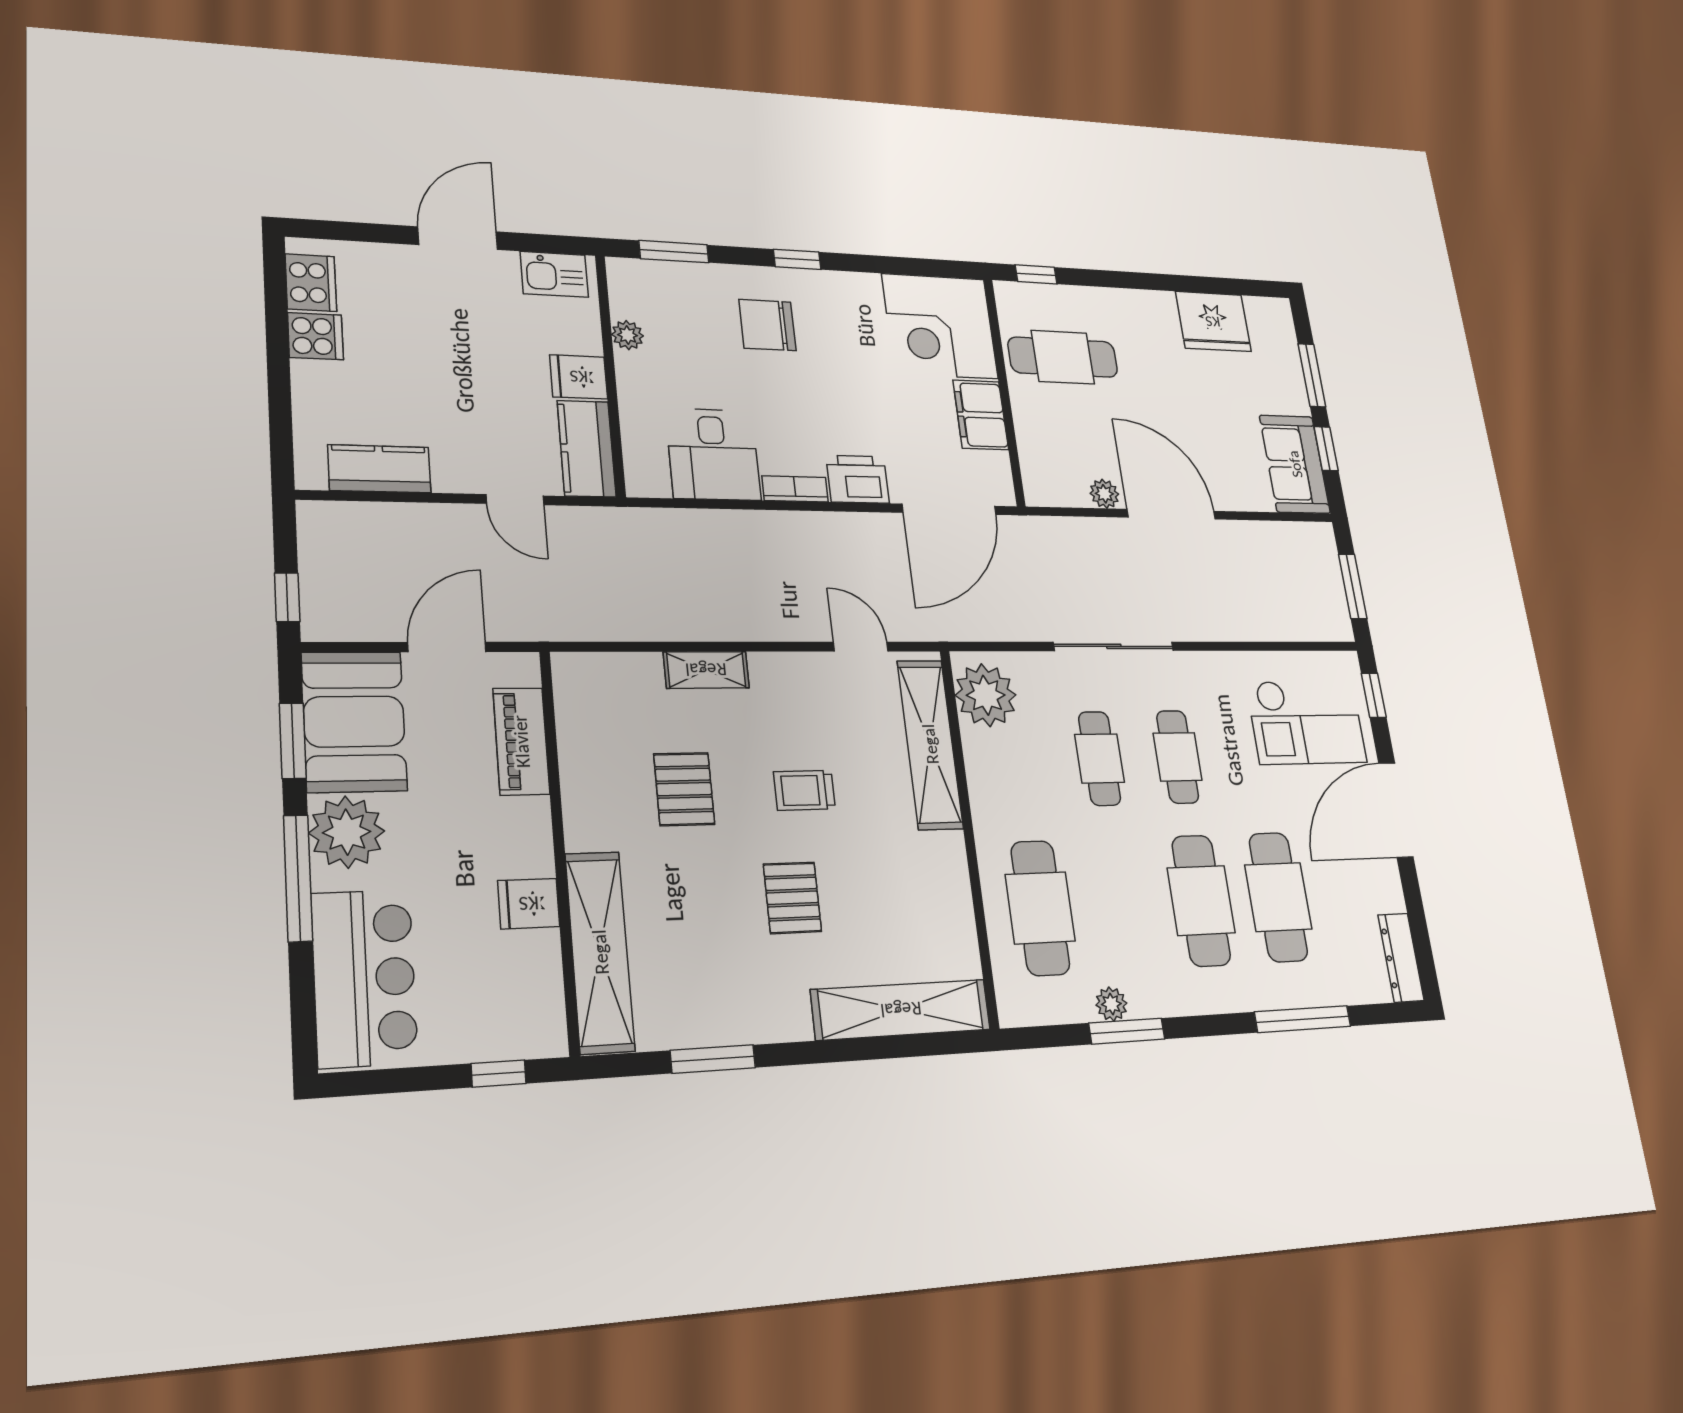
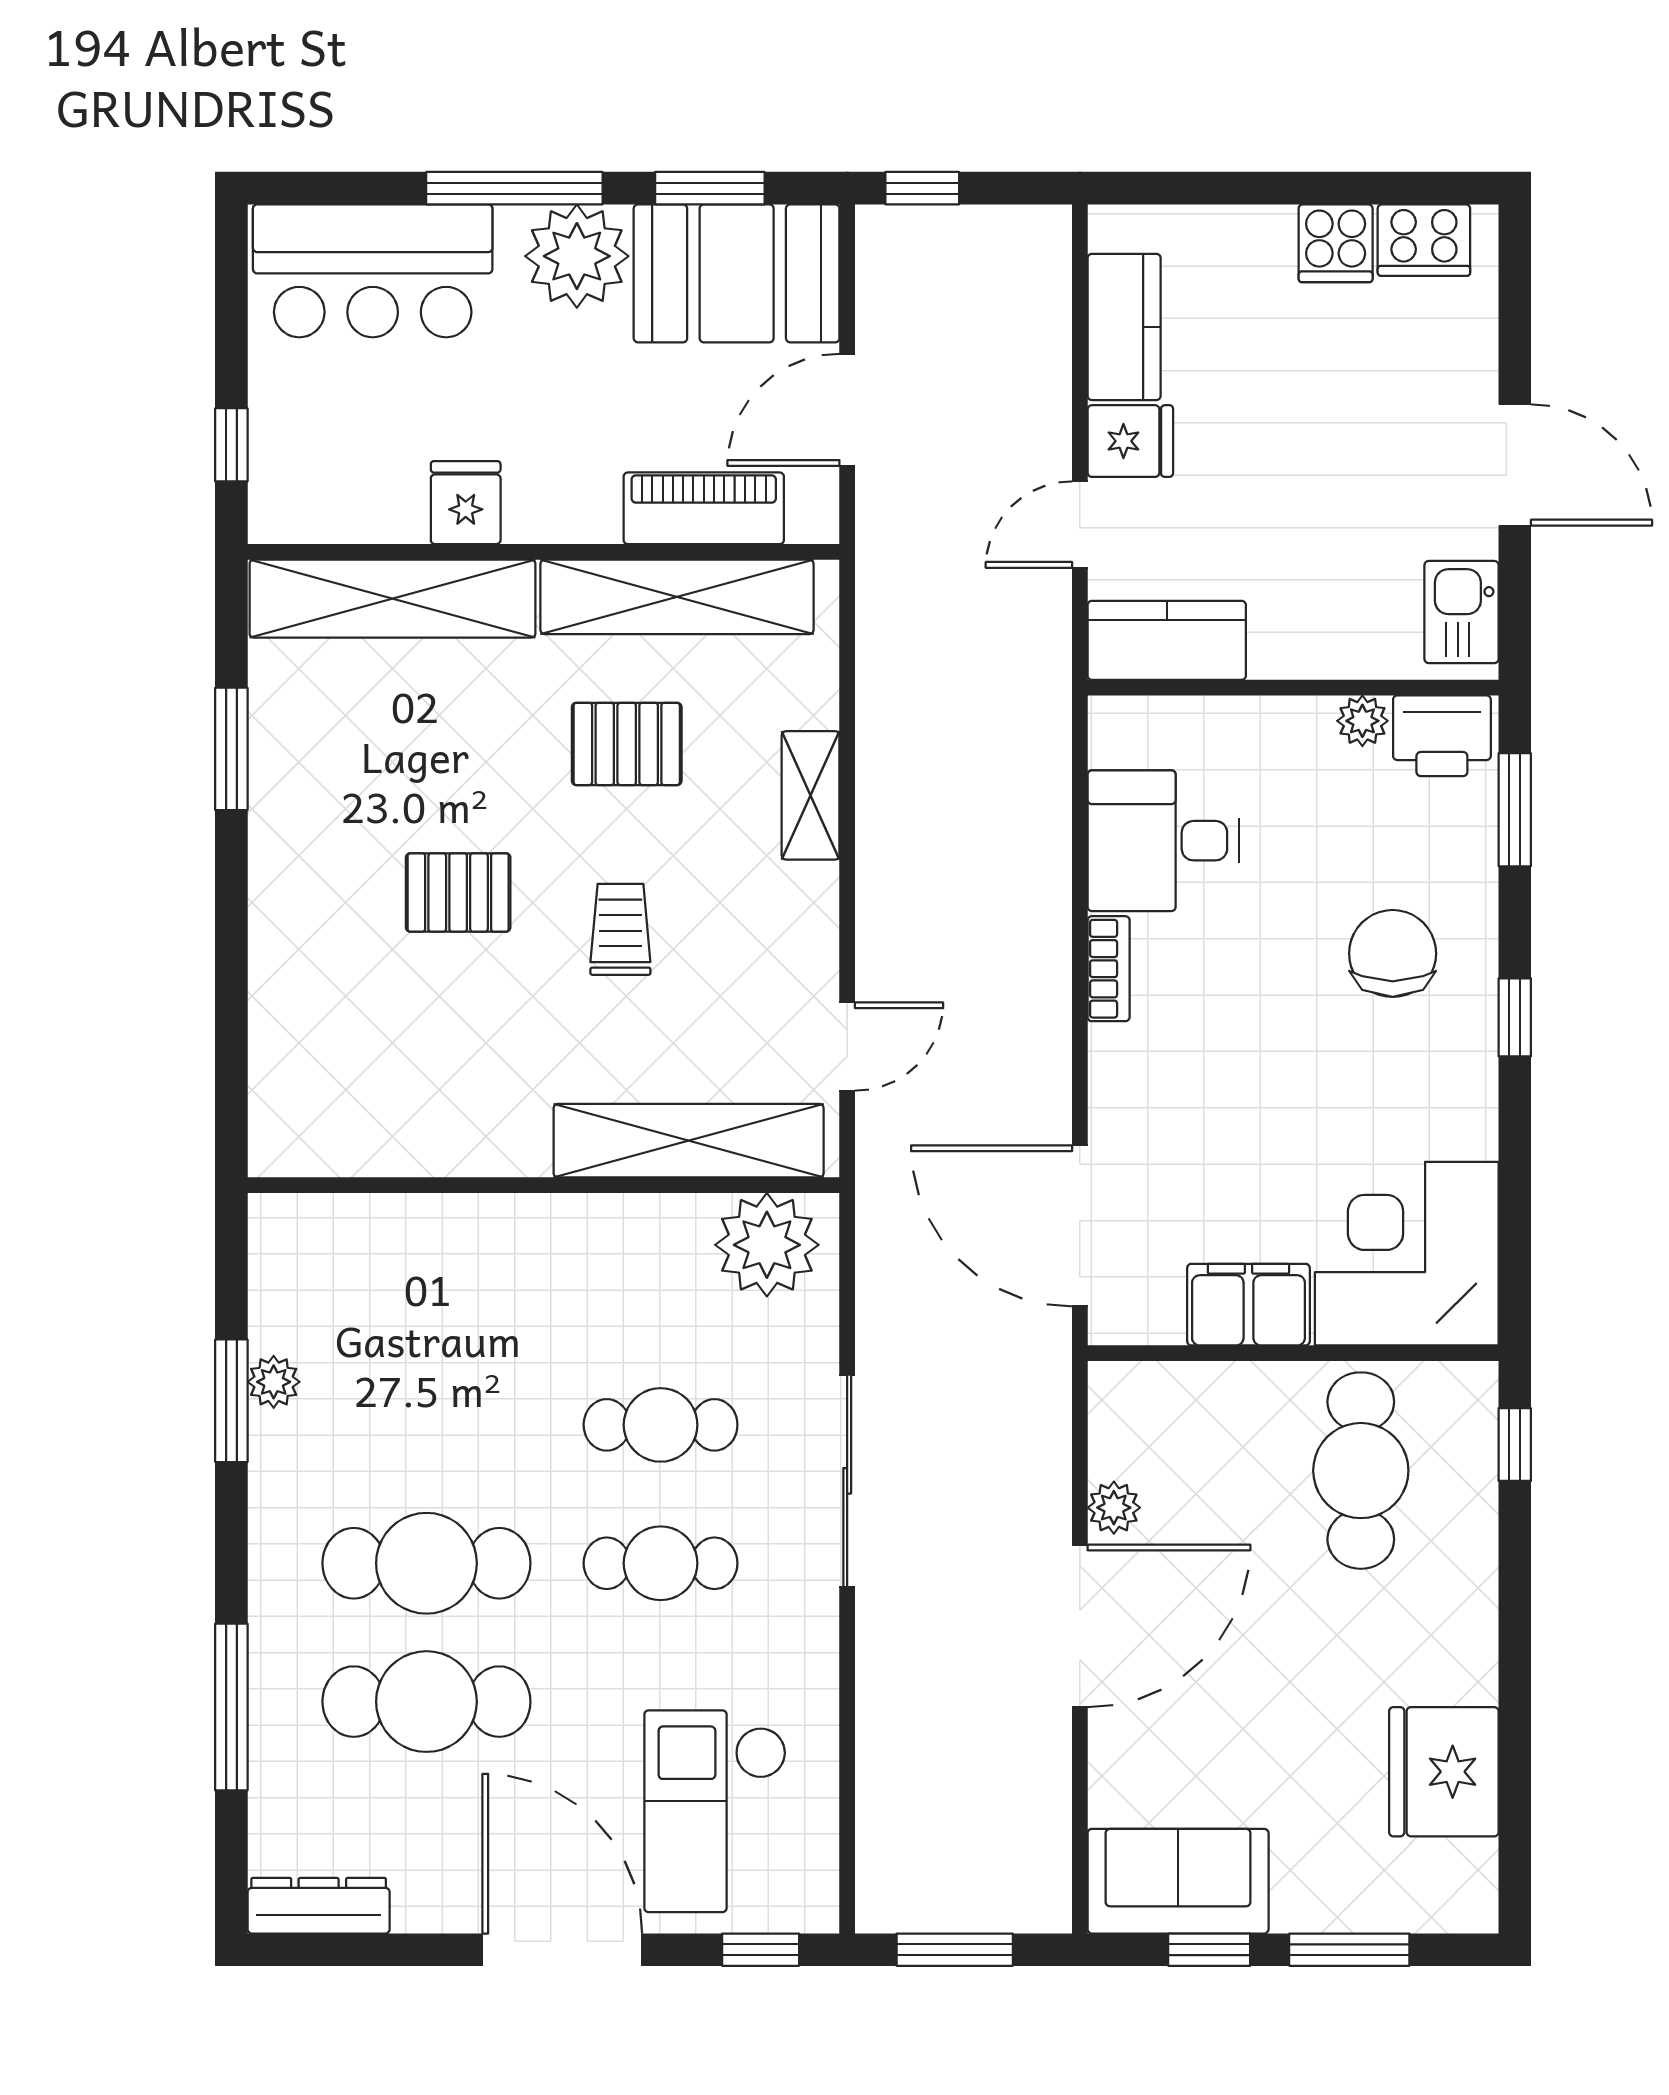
fridge: (579, 377) -> (1130, 441), moved, turned 90
printer: (858, 479) -> (1442, 736), moved, turned 90
door: (447, 647) -> (847, 410), swing flipped
cafe table: (1040, 908) -> (426, 1287), removed
shelving: (901, 1010) -> (677, 597), moved, turned 90

